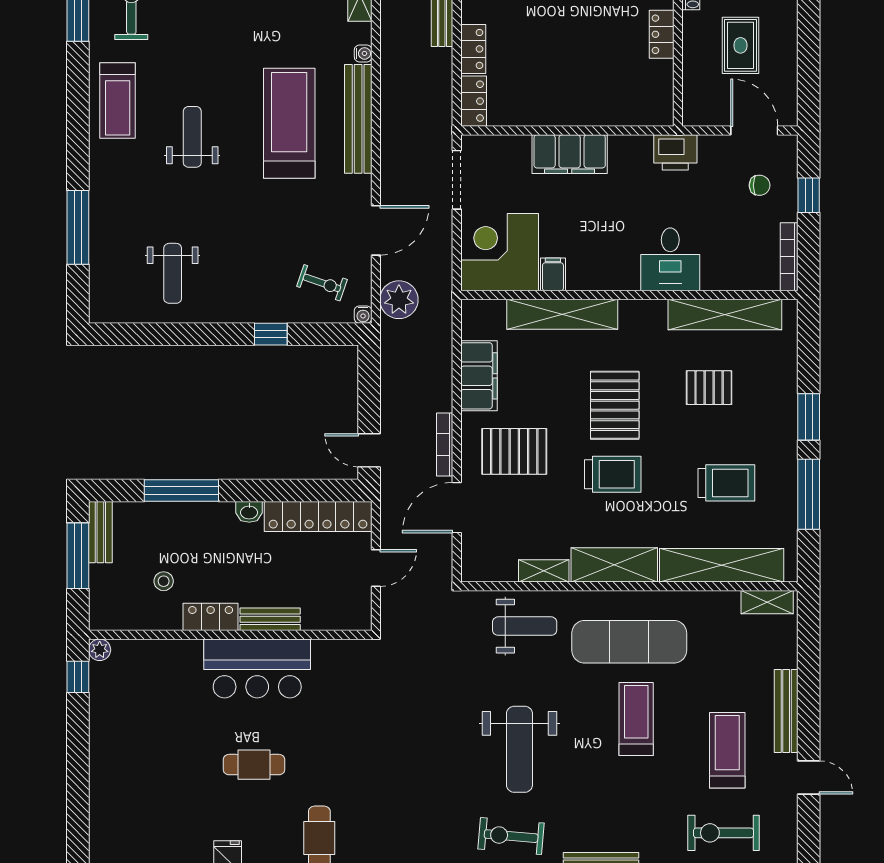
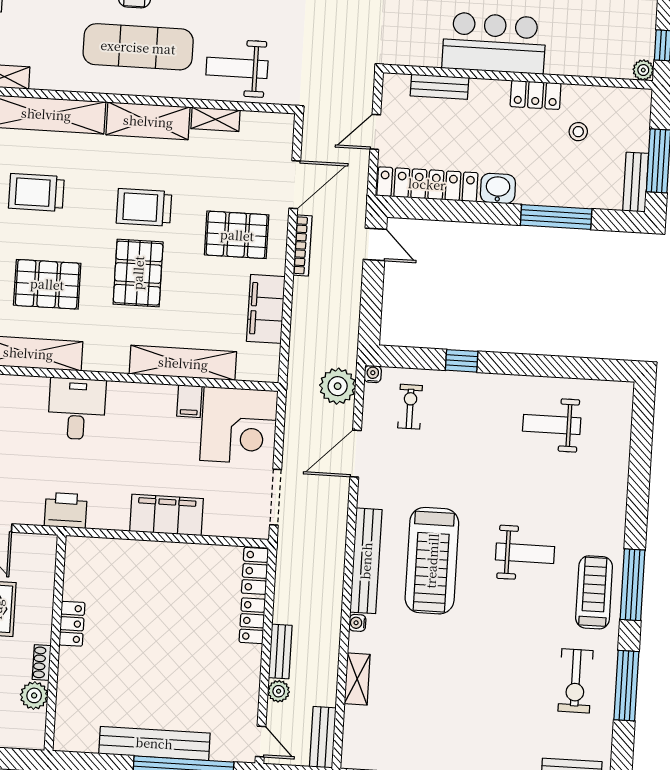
weight bench: (192, 137) -> (525, 553), turned -90
window: (78, 227) -> (633, 585), moved
weight bench: (173, 273) -> (552, 424), turned -90
exercise bike: (322, 283) -> (410, 407), turned 71
pallet: (709, 388) -> (47, 284), width x1.50, depth x1.42
washbasin: (249, 512) -> (498, 188), width x1.38, depth x1.45
bench: (270, 619) -> (440, 87), moved

